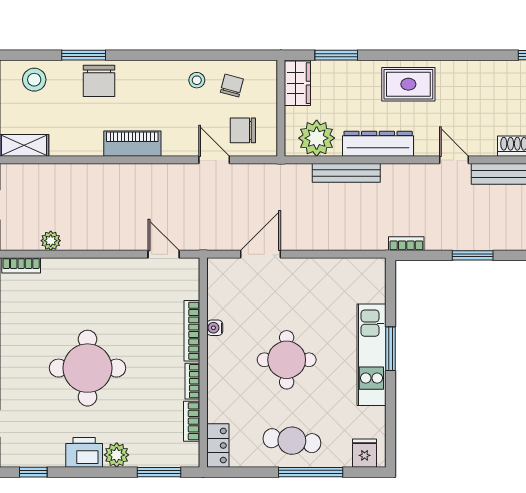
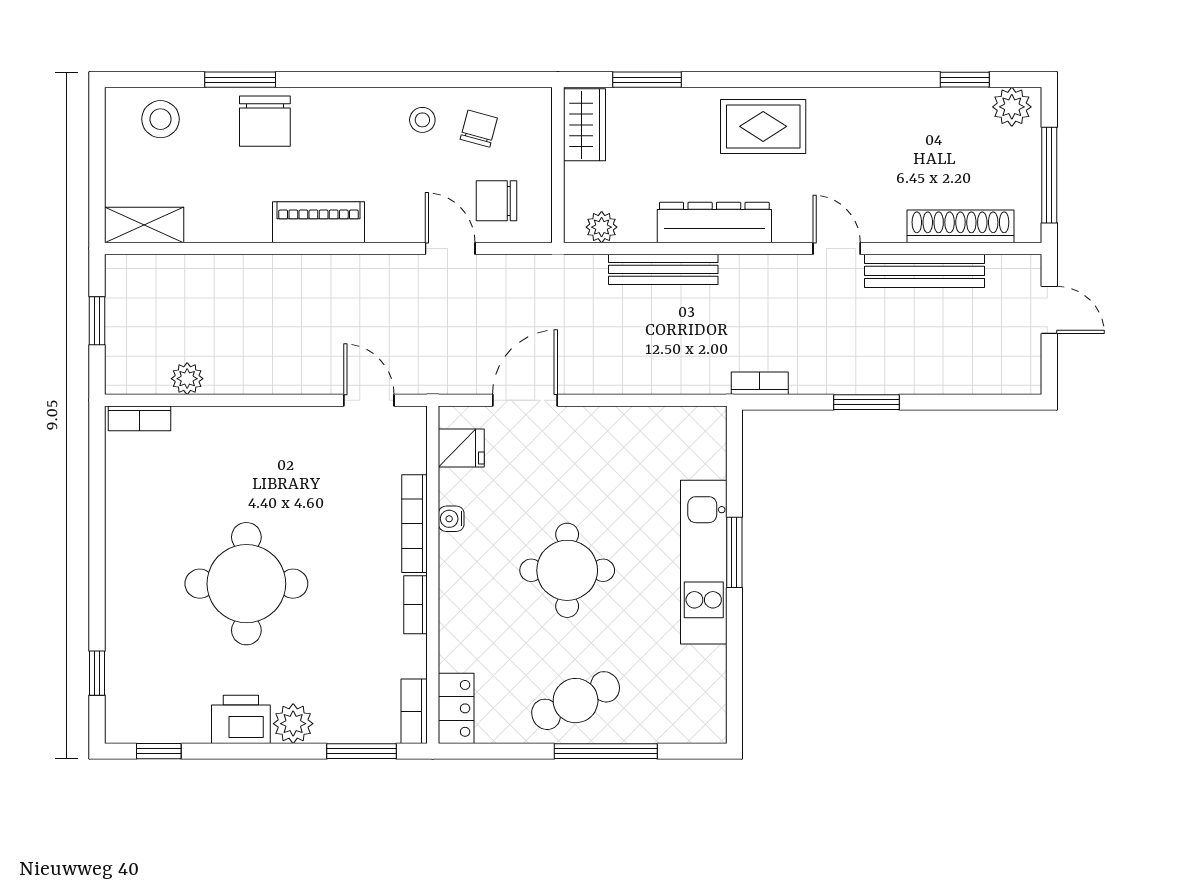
plant: (317, 138) -> (602, 227), width x0.53, depth x0.53
bookcase: (192, 421) -> (414, 711), moved
cafe table: (292, 441) -> (576, 701), turned -32
fridge: (365, 453) -> (461, 448), moved, turned 90

